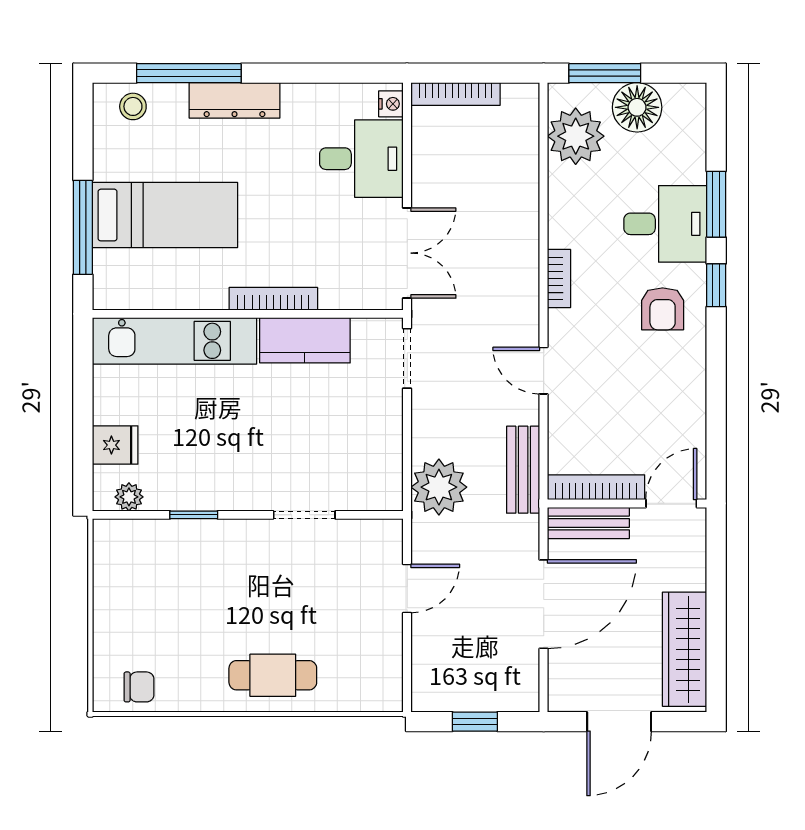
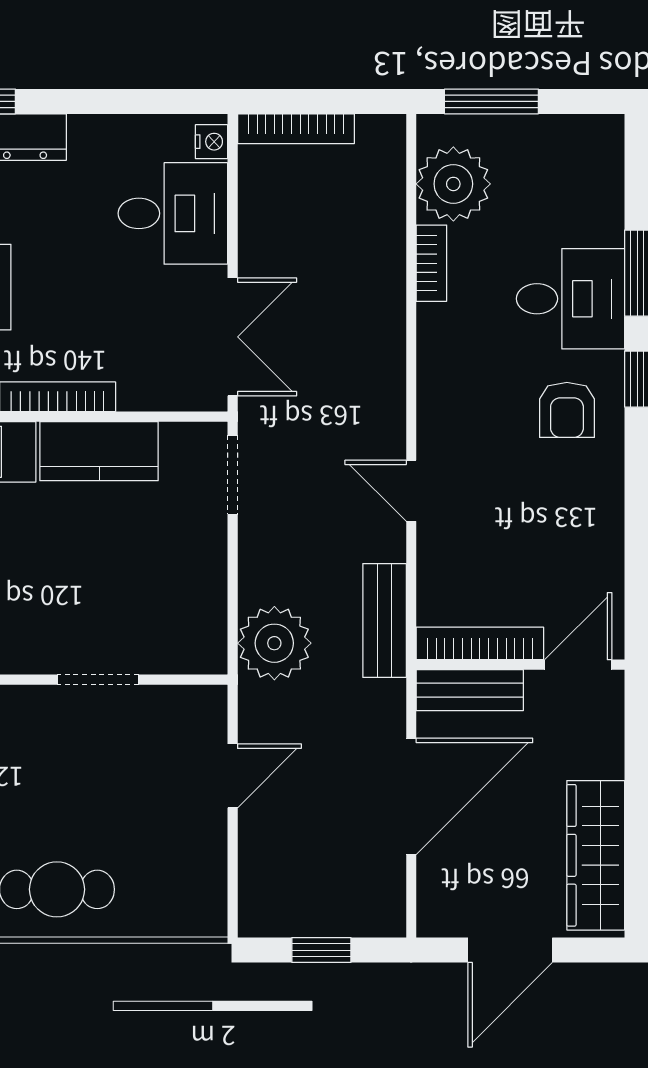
floor lamp: (637, 107) -> (534, 146), removed
bookcase: (559, 279) -> (431, 263), moved

